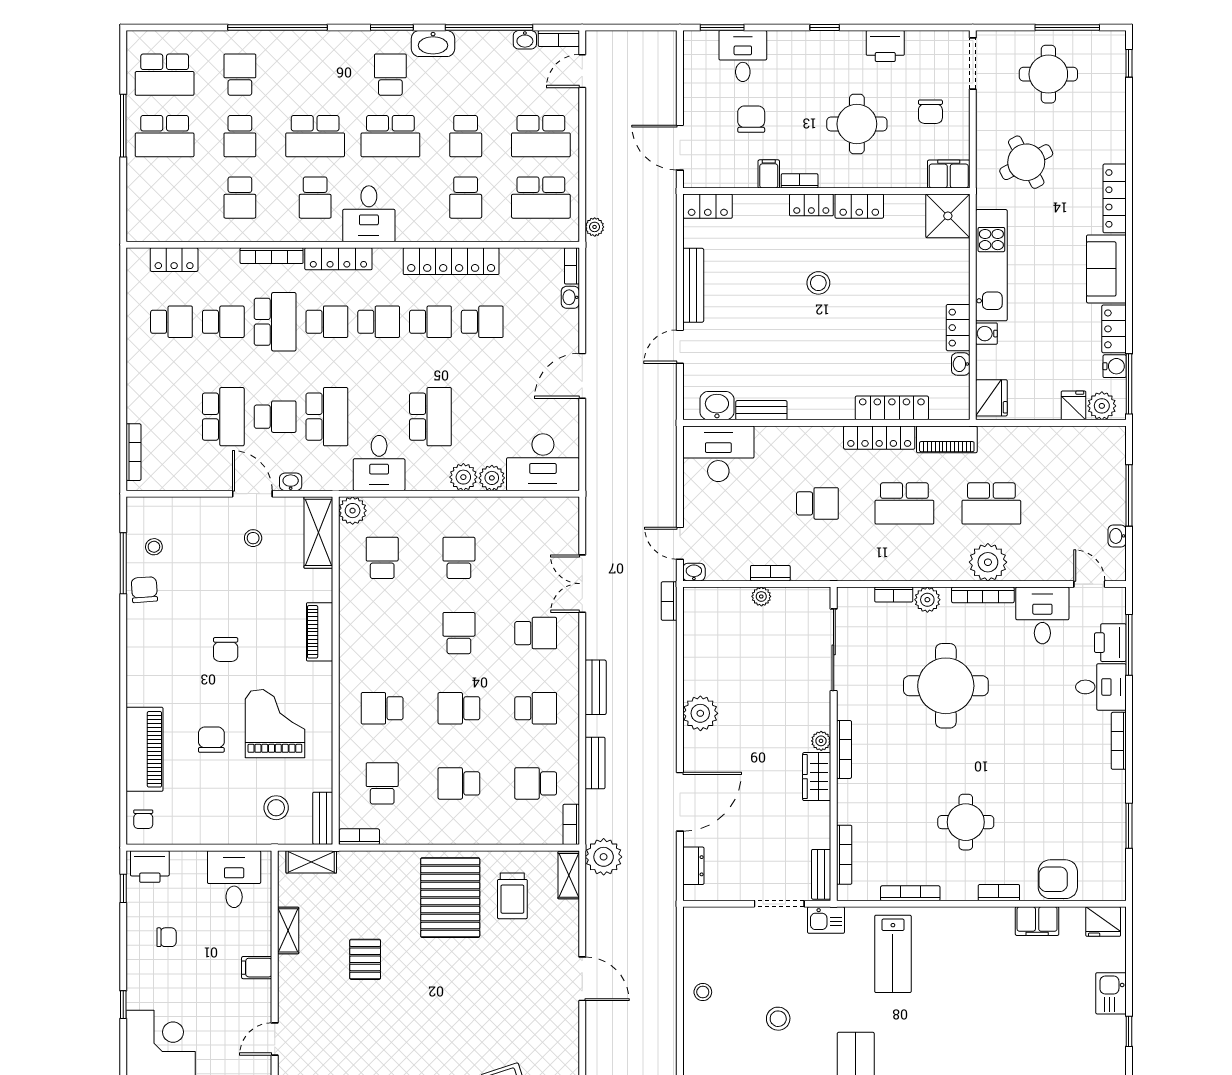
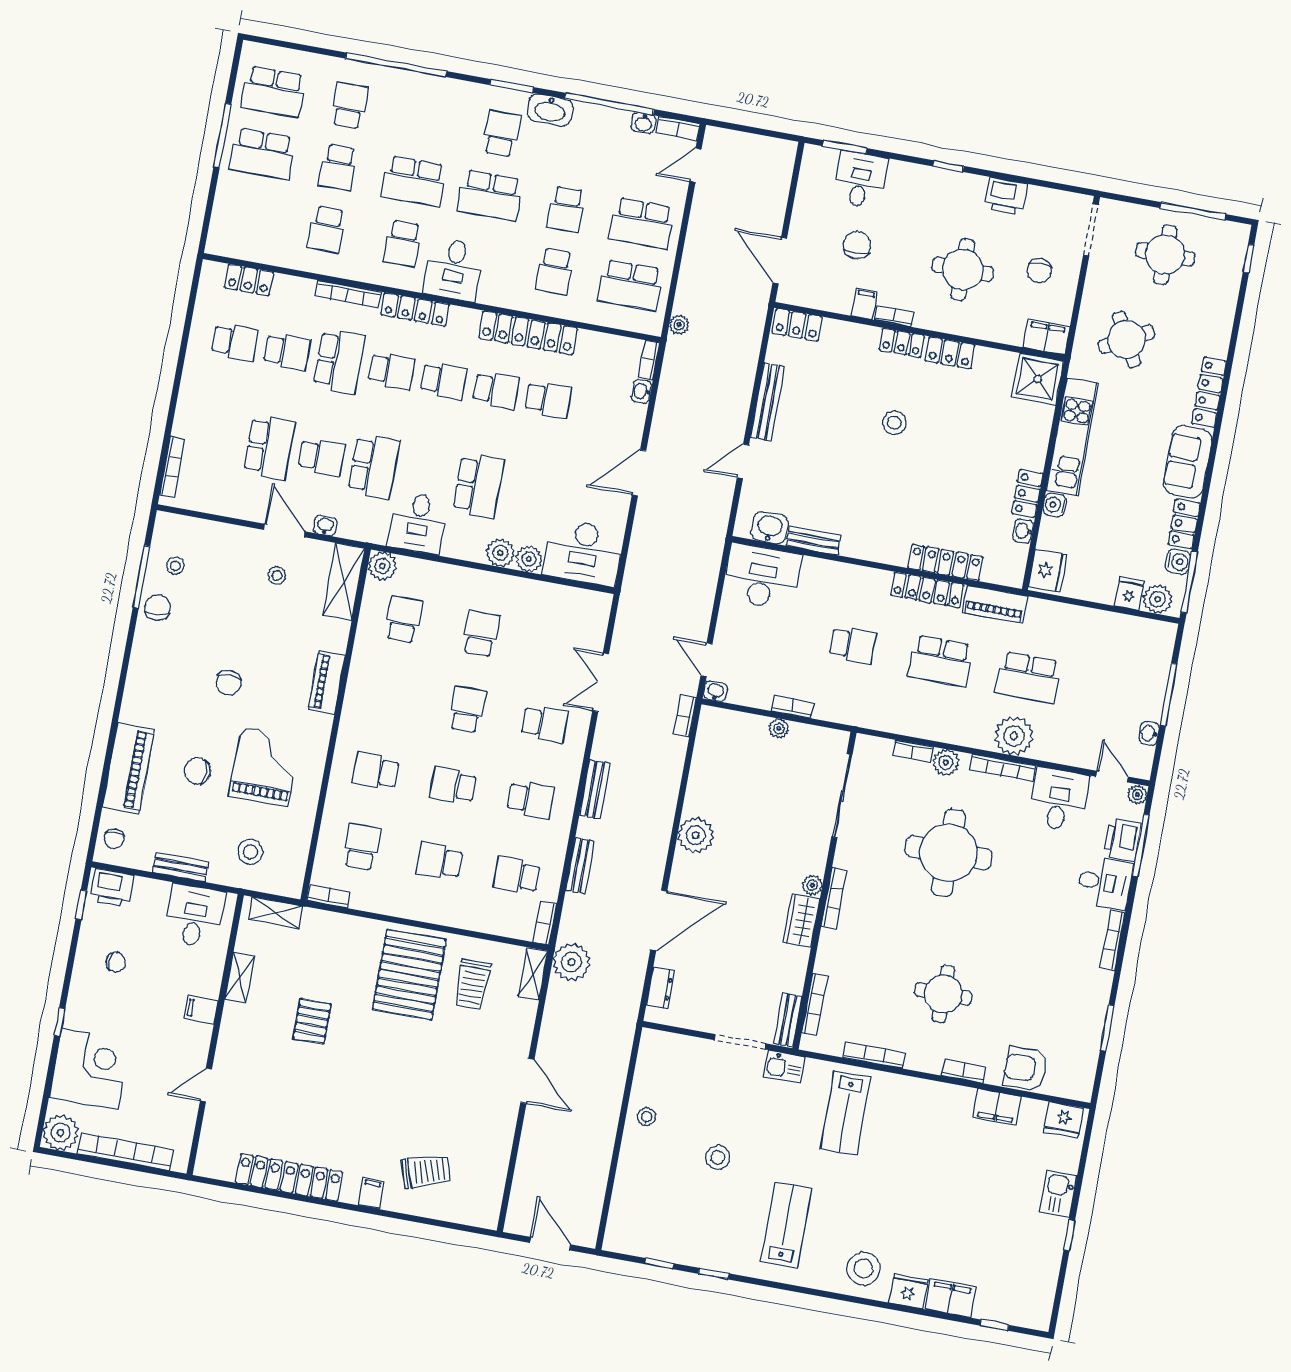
plant: (1117, 597) -> (1137, 795), added
chair: (211, 740) -> (198, 771), turned -90
bench: (323, 818) -> (180, 867), moved, turned 90

